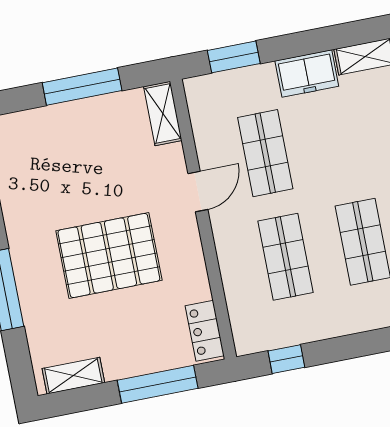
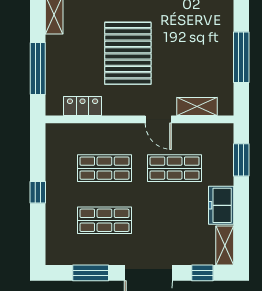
shelving: (163, 113) -> (197, 106), moved
locker: (205, 331) -> (83, 106), moved
window: (286, 359) -> (38, 192), moved

